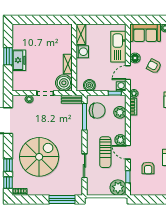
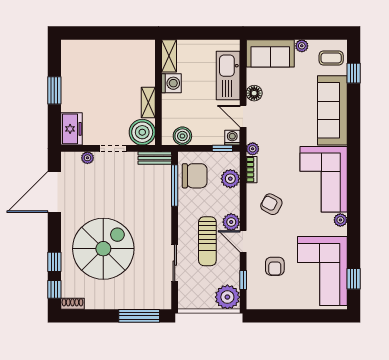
freezer: (19, 60) -> (71, 129), moved
armchair: (154, 66) -> (271, 204), moved
door: (128, 73) -> (243, 116), hinge flipped

